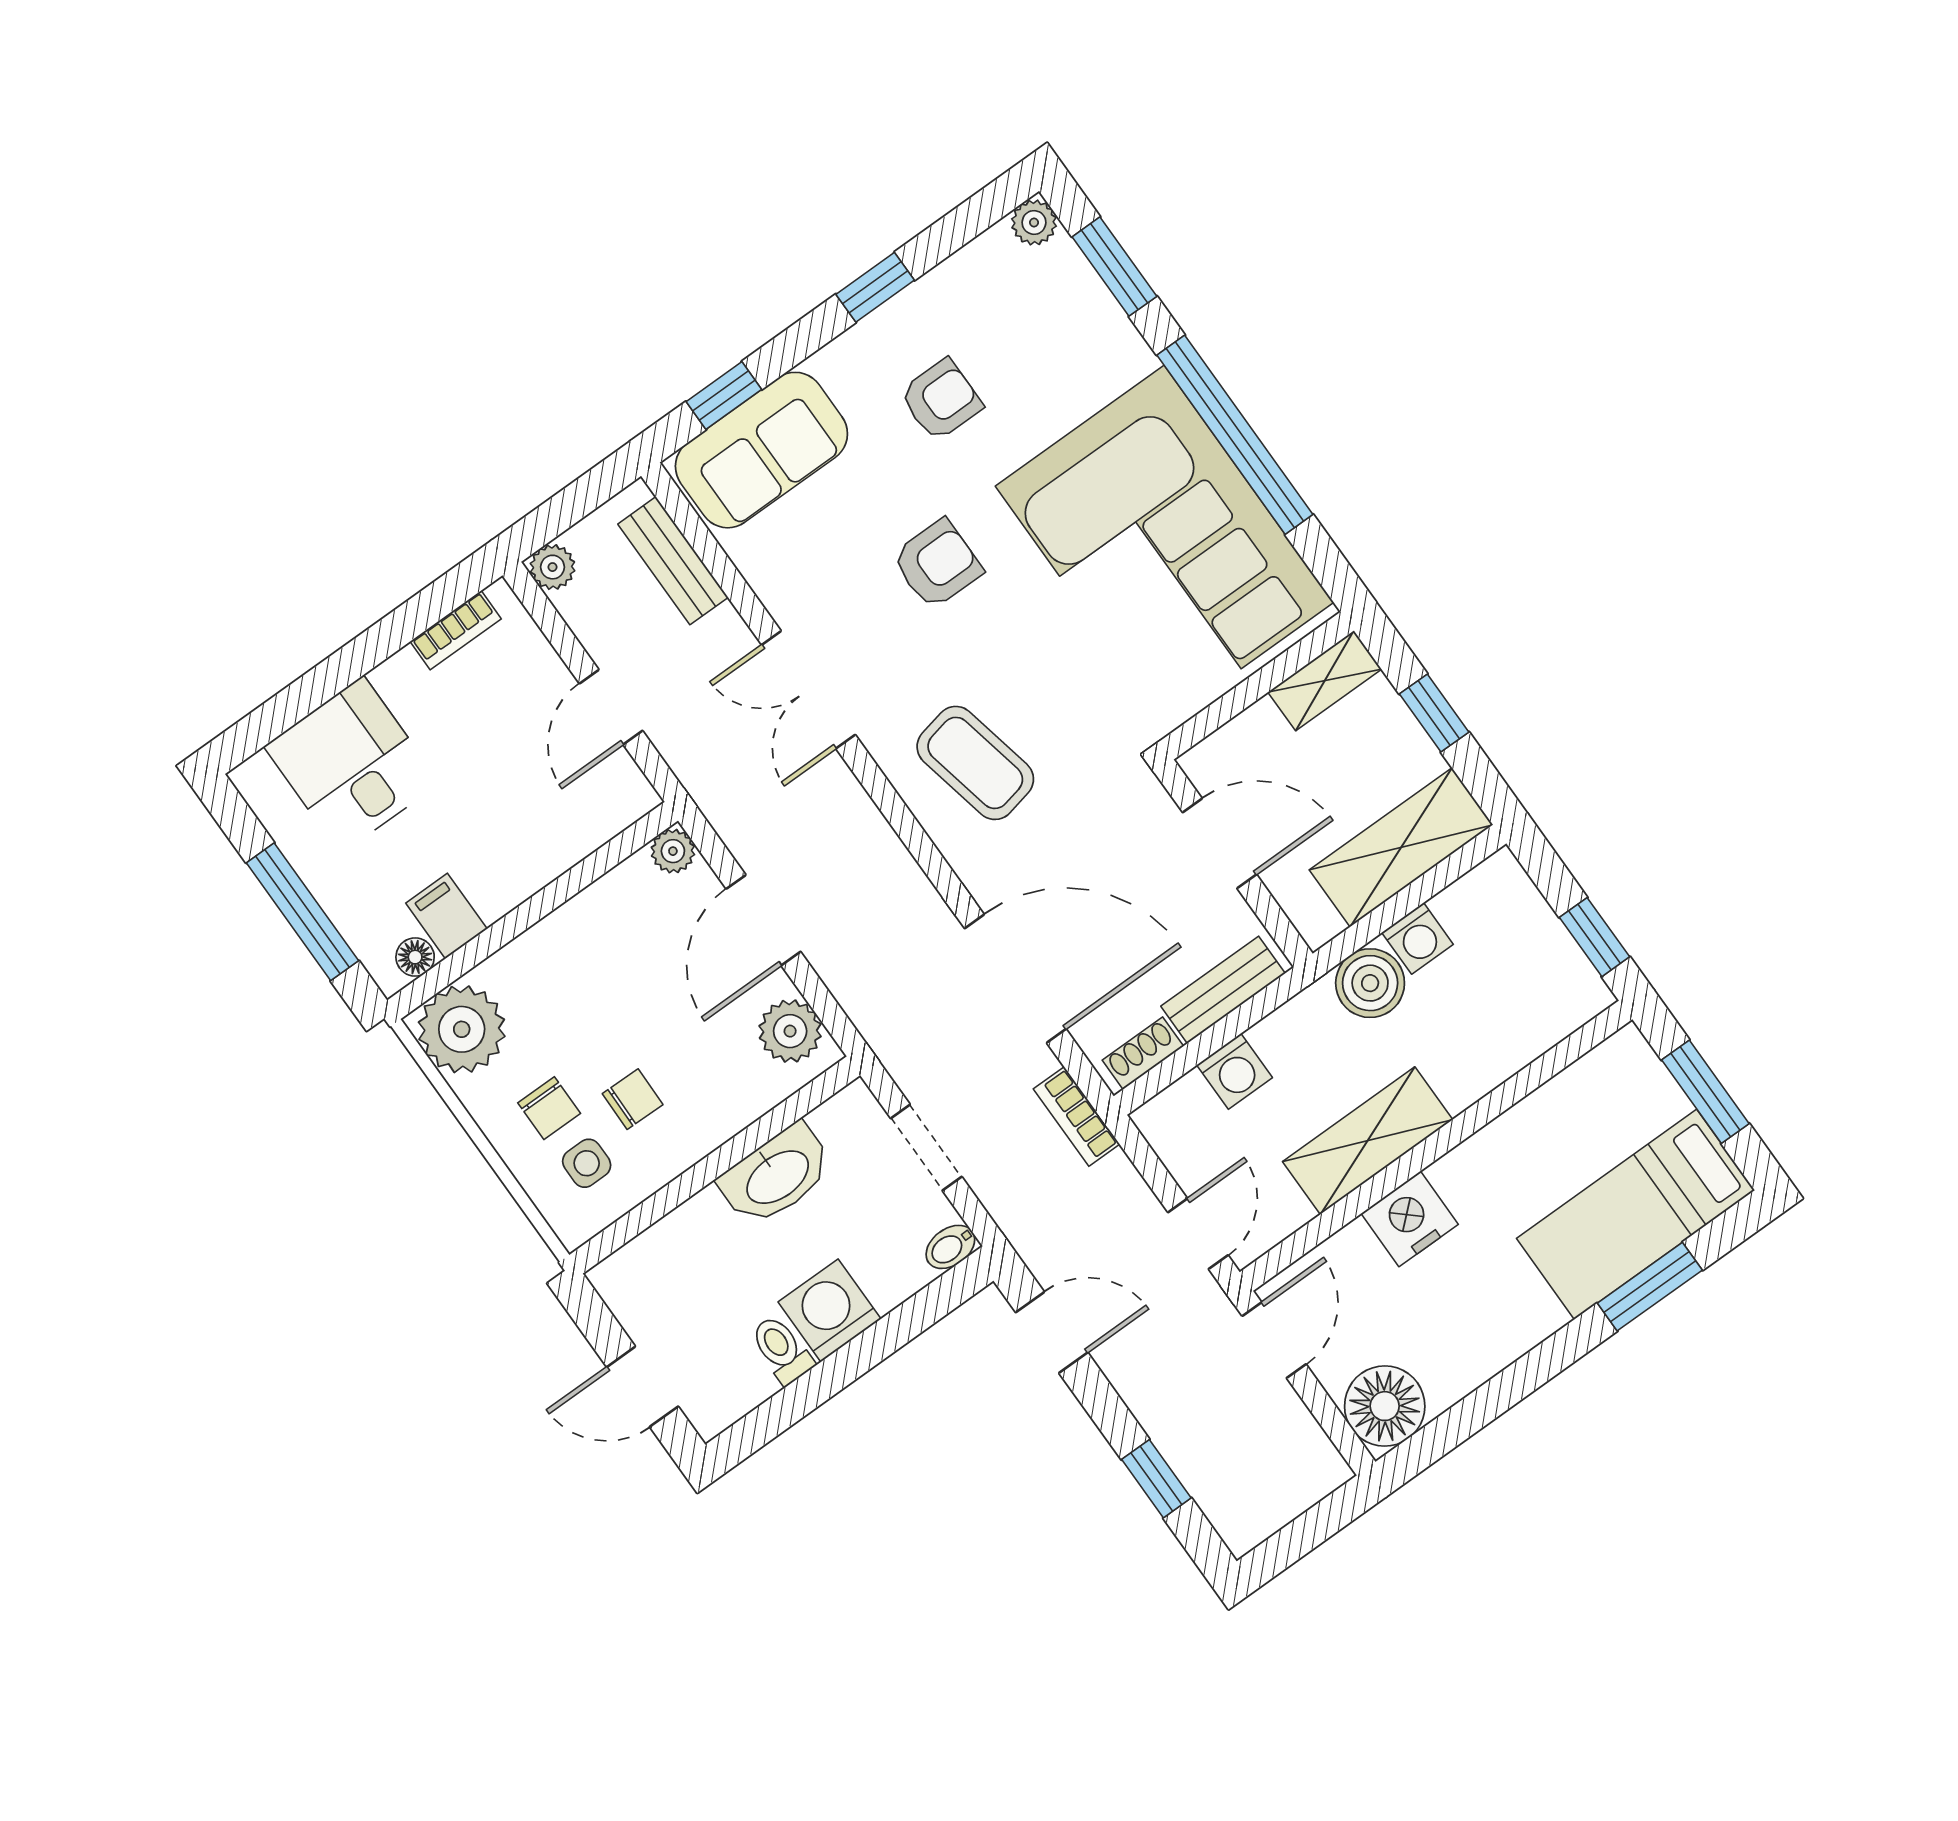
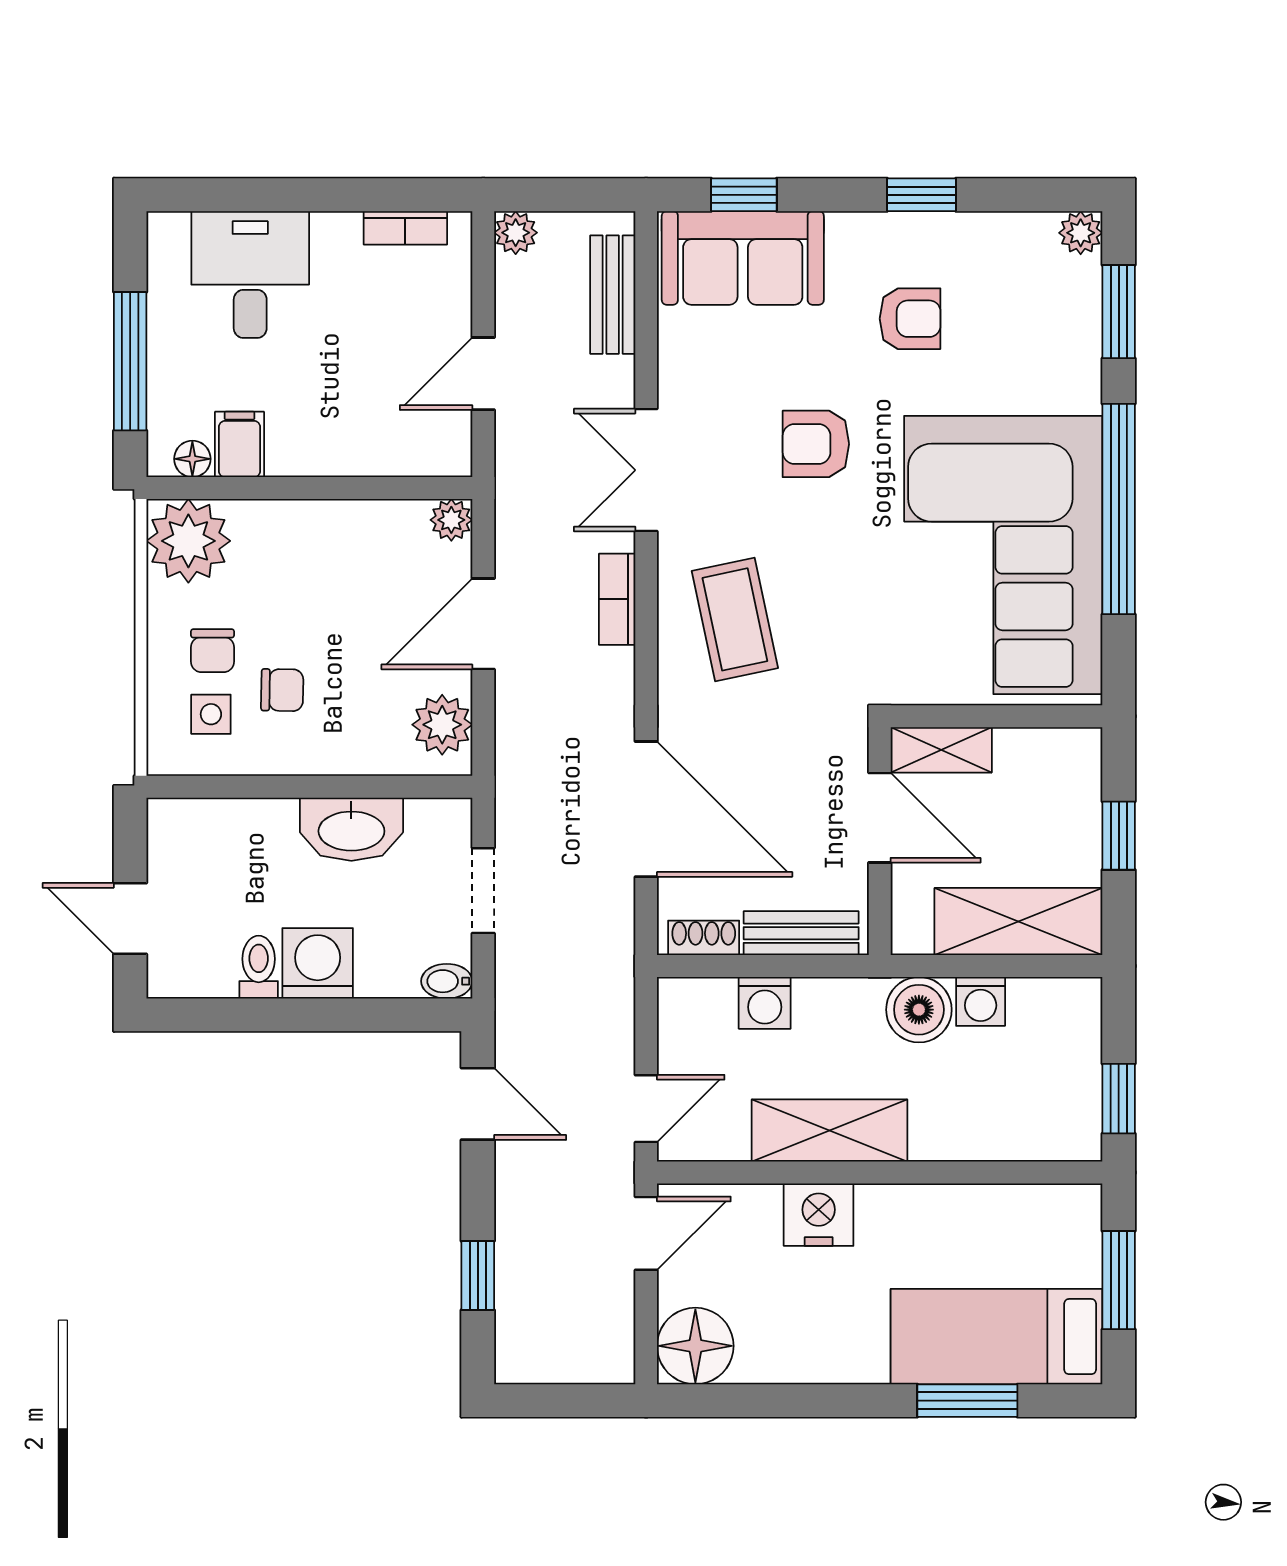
armchair: (937, 564) -> (816, 444), turned 180
shelving: (1325, 681) -> (941, 750), moved
bookcase: (1077, 1117) -> (617, 599), moved

